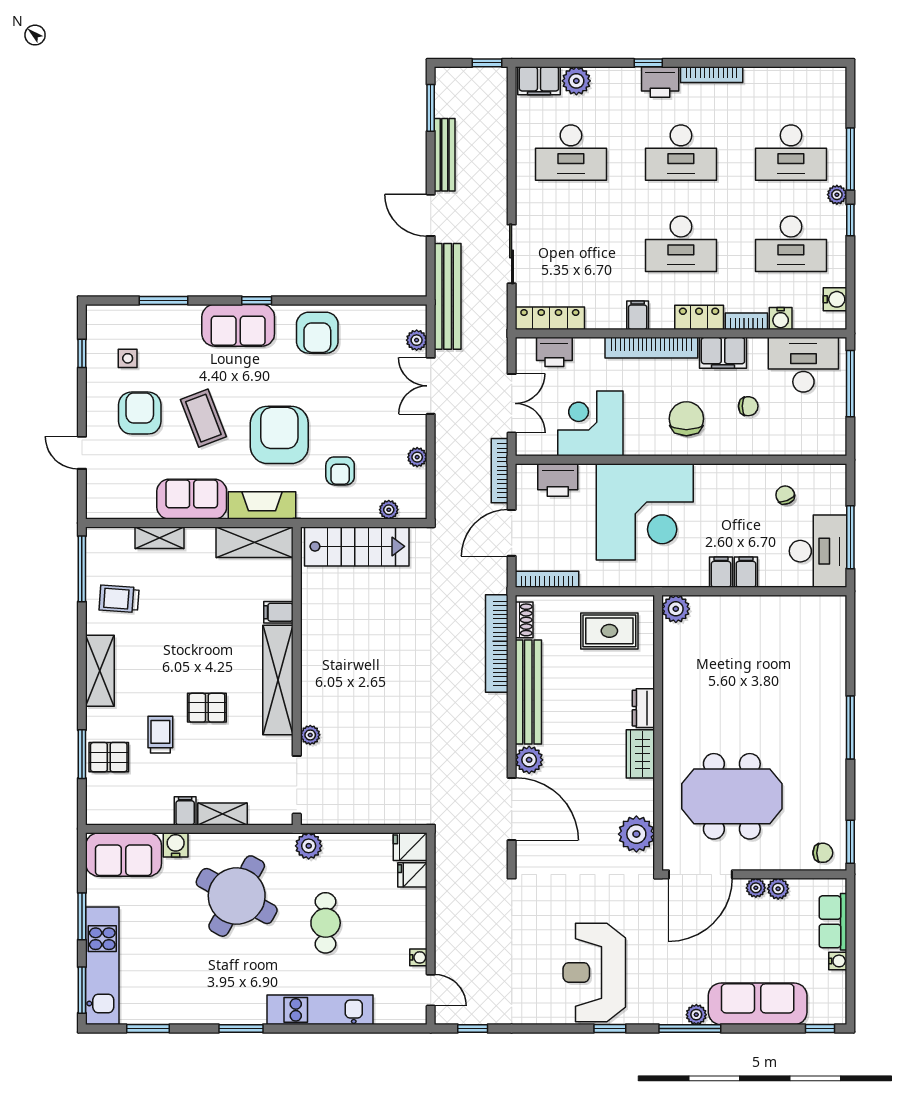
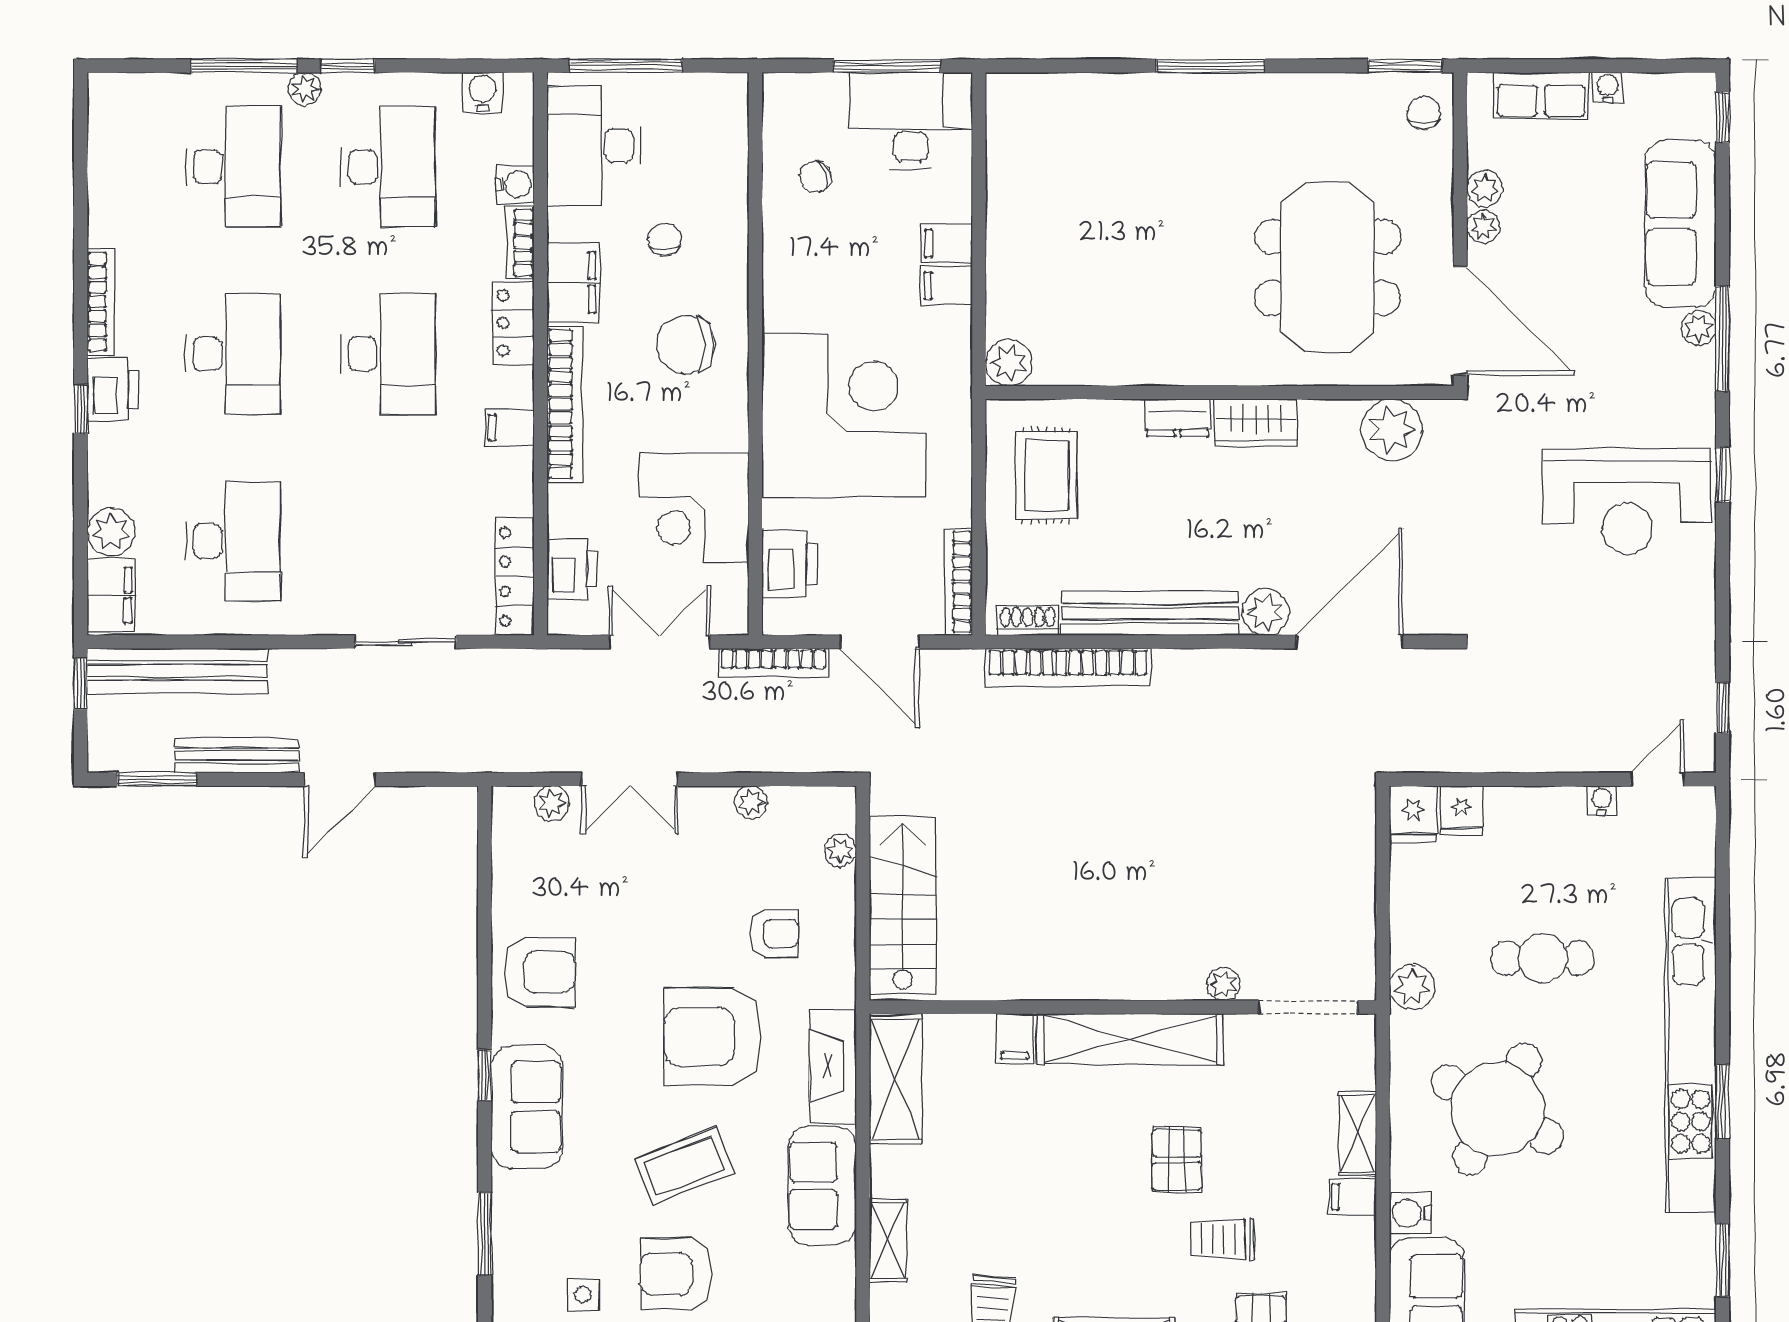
bench: (448, 296) -> (177, 671), moved
kitchen unit: (320, 1010) -> (1691, 1045), width x1.86

